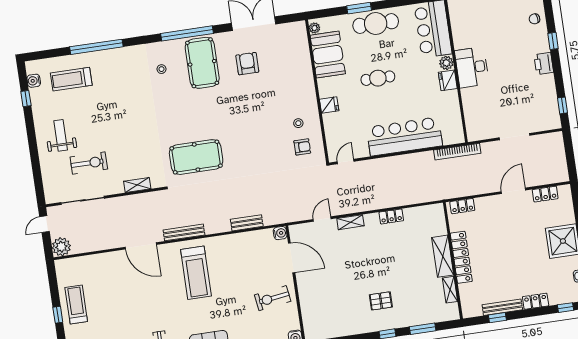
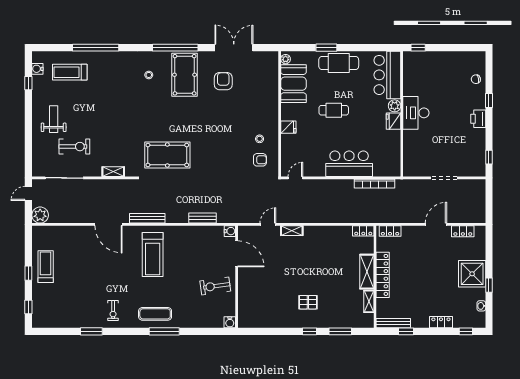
bar counter: (404, 136) -> (349, 164), width x0.73
bookcase: (457, 152) -> (374, 184), moved
locker: (391, 216) -> (363, 231), moved
bench: (502, 307) -> (393, 323), moved

